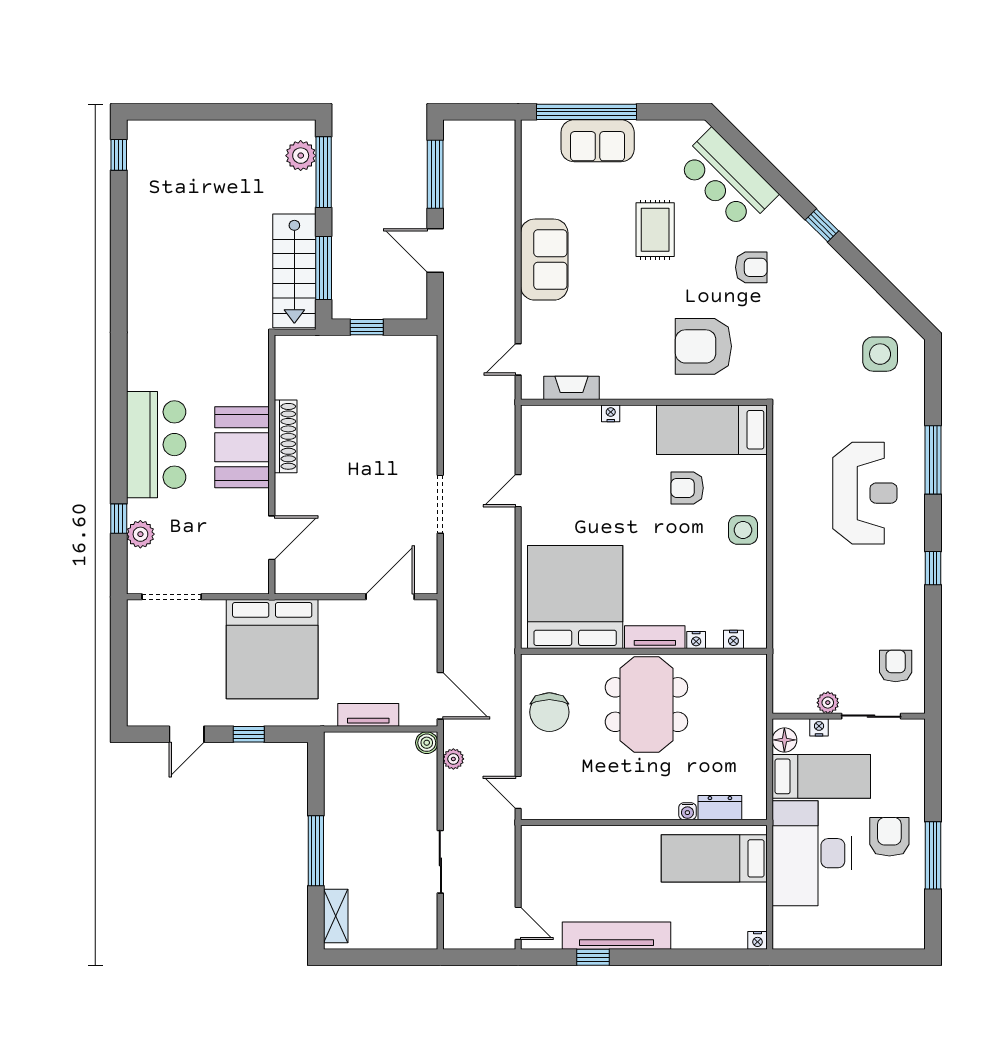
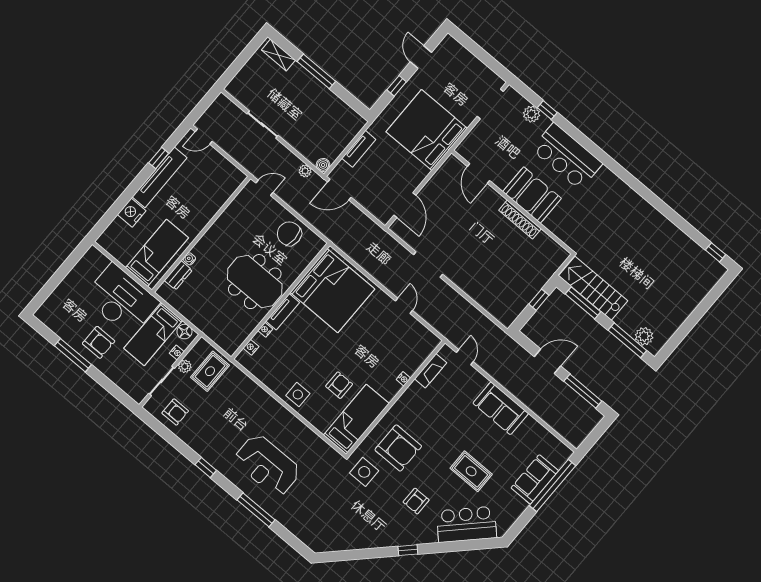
armchair: (703, 346) -> (398, 448), turned 90
side table: (880, 354) -> (364, 472), moved
rug: (807, 666) -> (210, 371), added
nightstand: (758, 940) -> (132, 213), moved, width x1.89, depth x1.79

